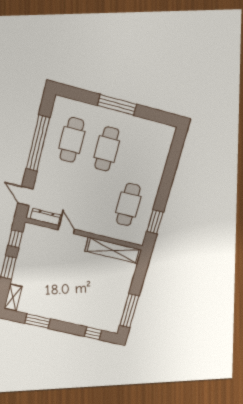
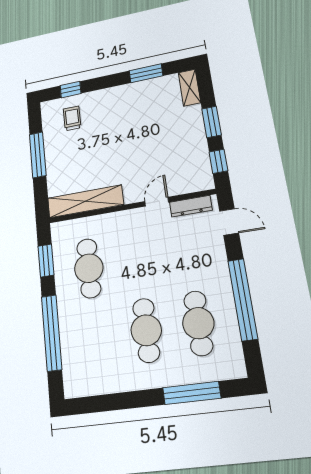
window: (117, 105) -> (192, 393), moved
window: (169, 173) -> (52, 333), added
door: (66, 230) -> (157, 202), swing flipped
window: (129, 311) -> (38, 155), moved
trolley: (100, 312) -> (72, 118), added

